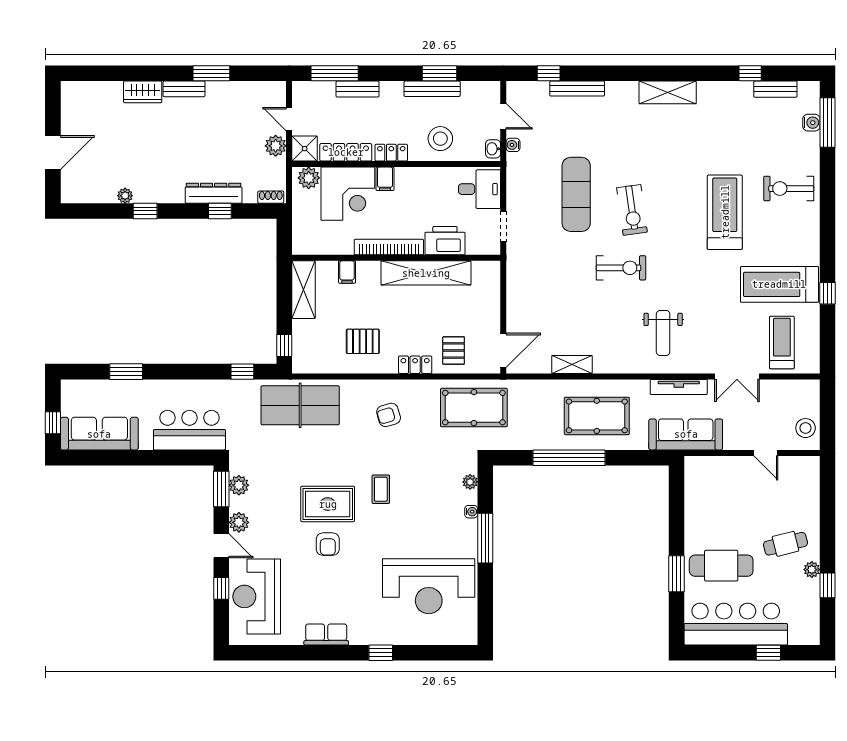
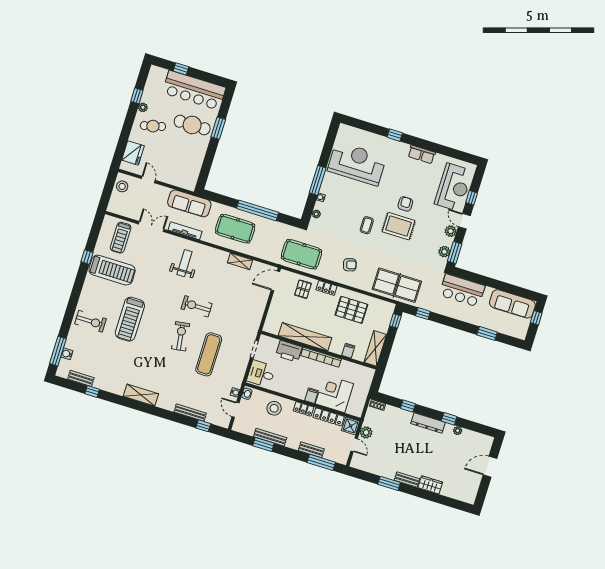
plant: (309, 178) -> (353, 409), removed
dresser: (214, 193) -> (428, 423), moved
pallet: (363, 341) -> (351, 310), width x1.50, depth x1.42
fridge: (805, 489) -> (133, 153), added

